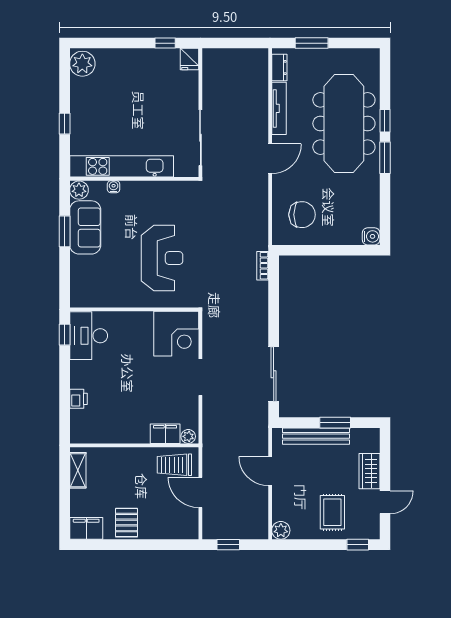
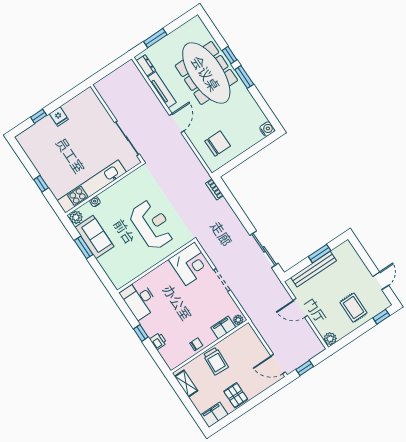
window: (165, 43) -> (39, 116), moved
fridge: (190, 59) -> (59, 116), moved
plant: (82, 64) -> (28, 141), removed
window: (65, 335) -> (141, 333), moved
chair: (120, 432) -> (196, 344), added
trolley: (174, 465) -> (216, 361), moved, turned -87
wardrobe: (370, 471) -> (359, 269), removed
door: (200, 493) -> (278, 364), moved

